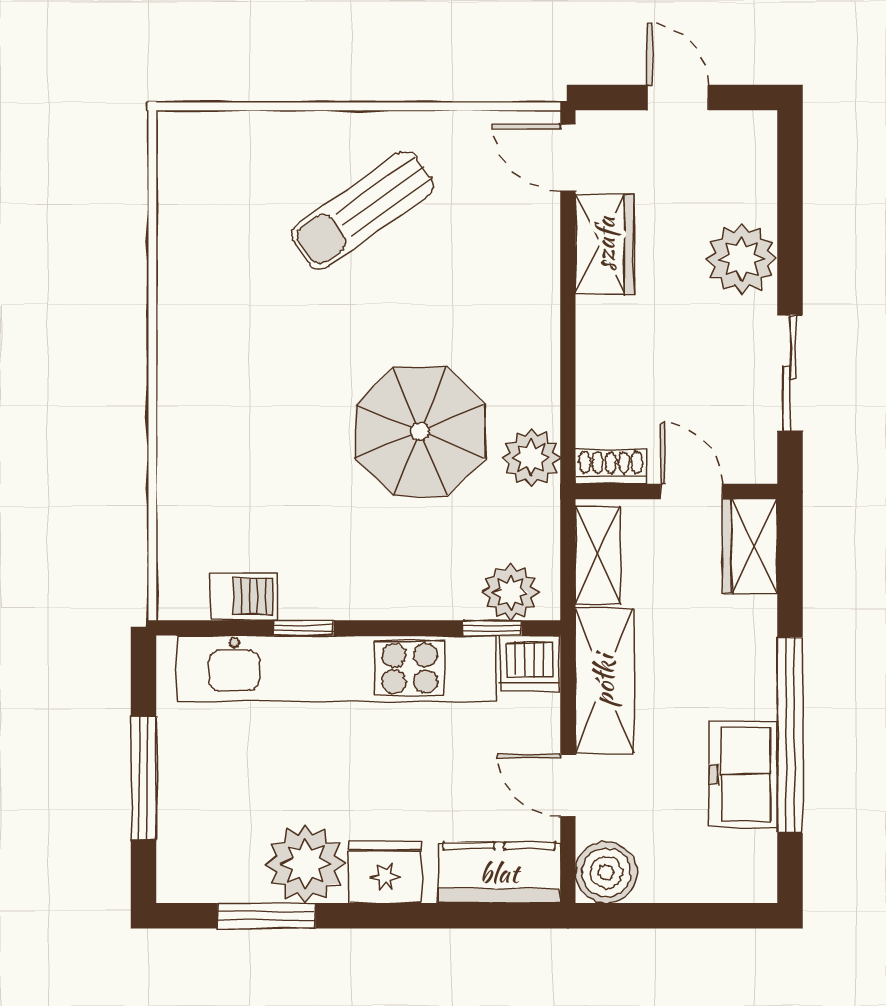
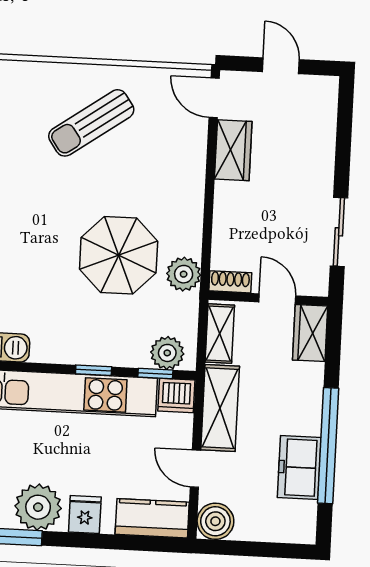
plant: (742, 259) -> (314, 163), removed
window: (303, 628) -> (94, 370), moved
fridge: (385, 872) -> (85, 515), width x0.72

